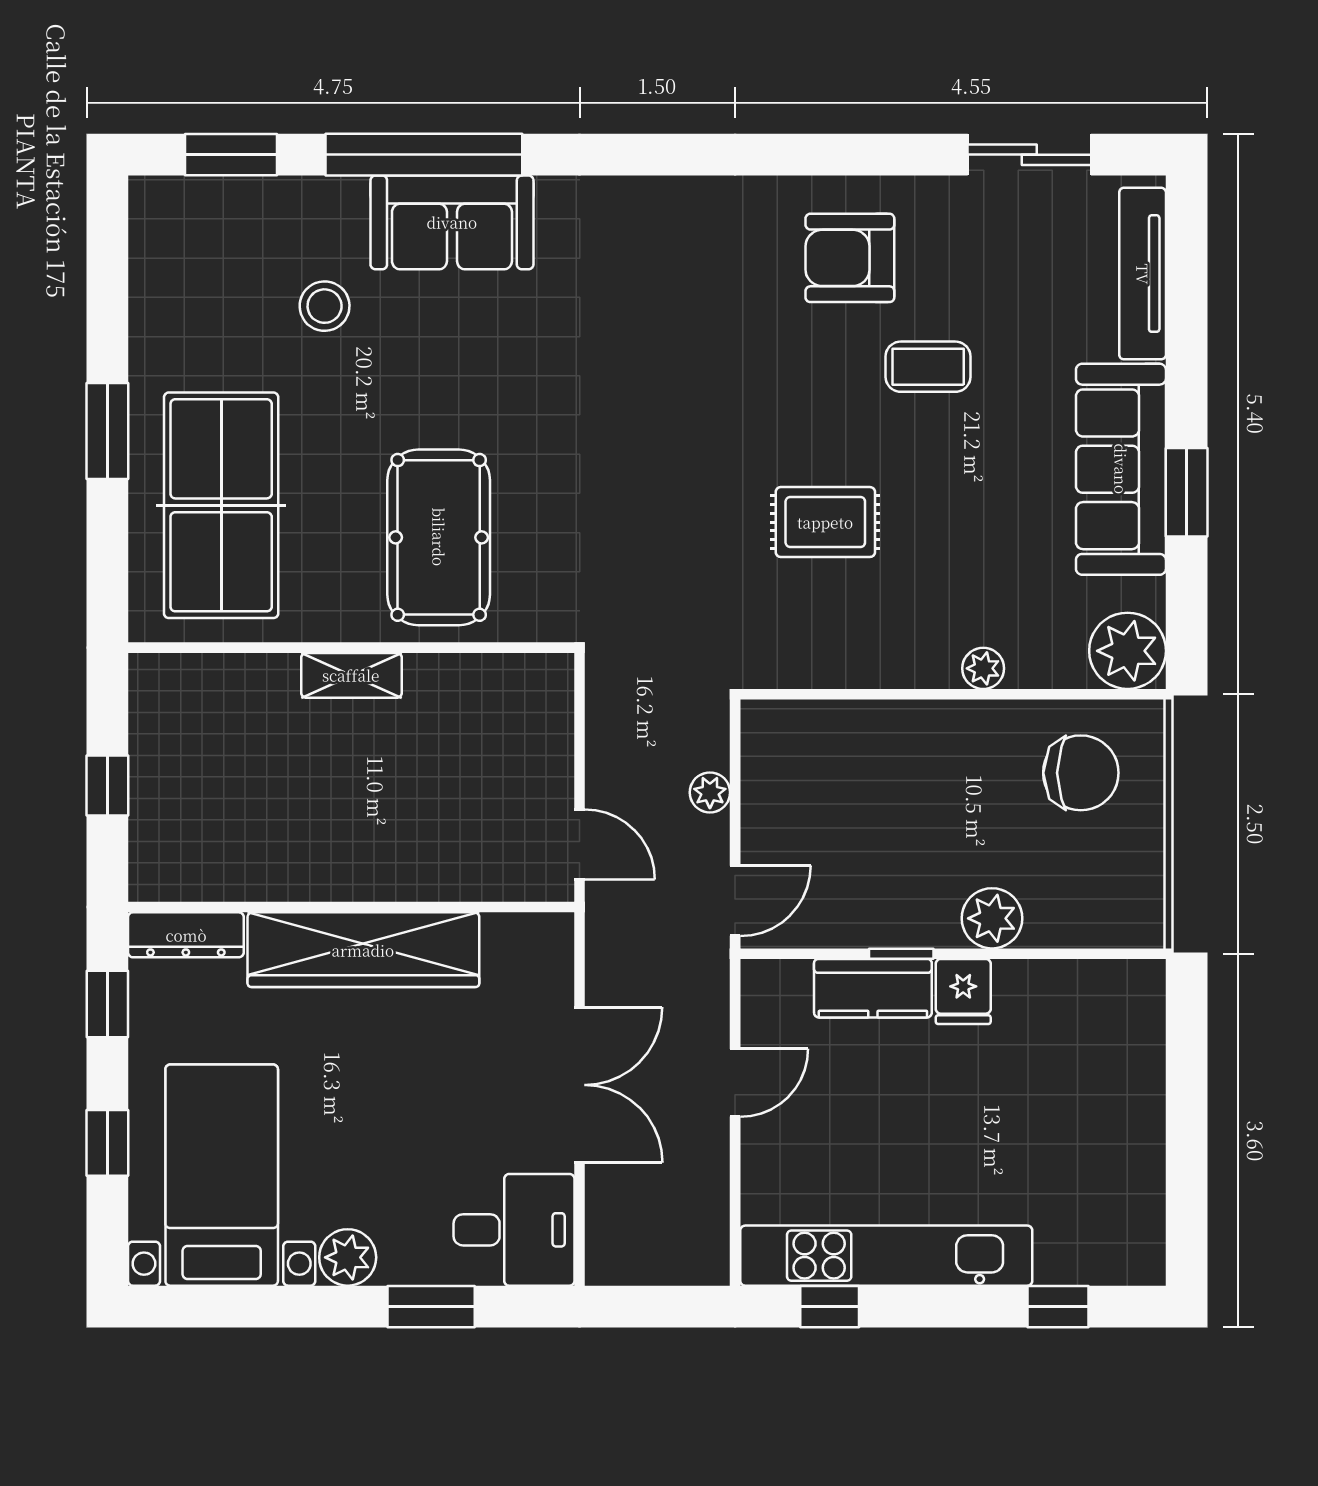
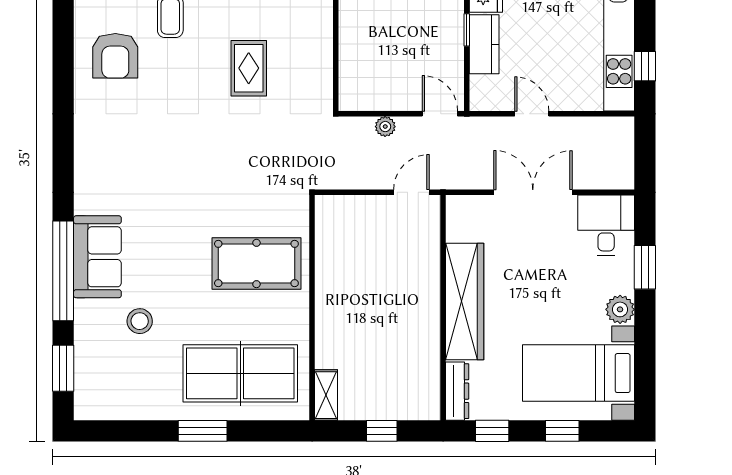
shelving: (351, 675) -> (326, 395), moved

